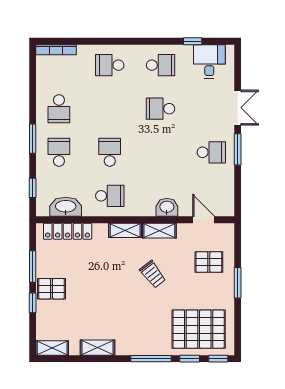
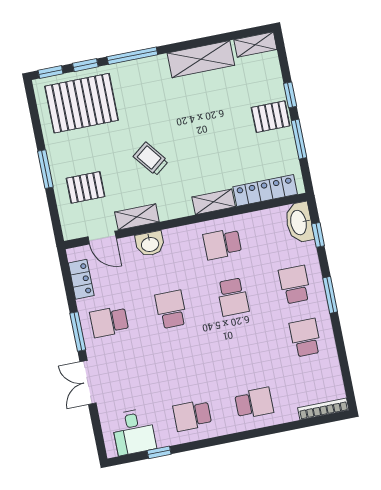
school desk: (161, 109) -> (171, 309), moved, turned -90
school desk: (59, 152) -> (295, 285), turned 180
locker: (227, 190) -> (81, 279), added
washbasin: (66, 207) -> (299, 222), moved, turned 90
shelving: (125, 230) -> (214, 202), moved
shelving: (159, 231) -> (137, 217), moved
shelving: (98, 348) -> (201, 59), width x1.50, depth x1.33

